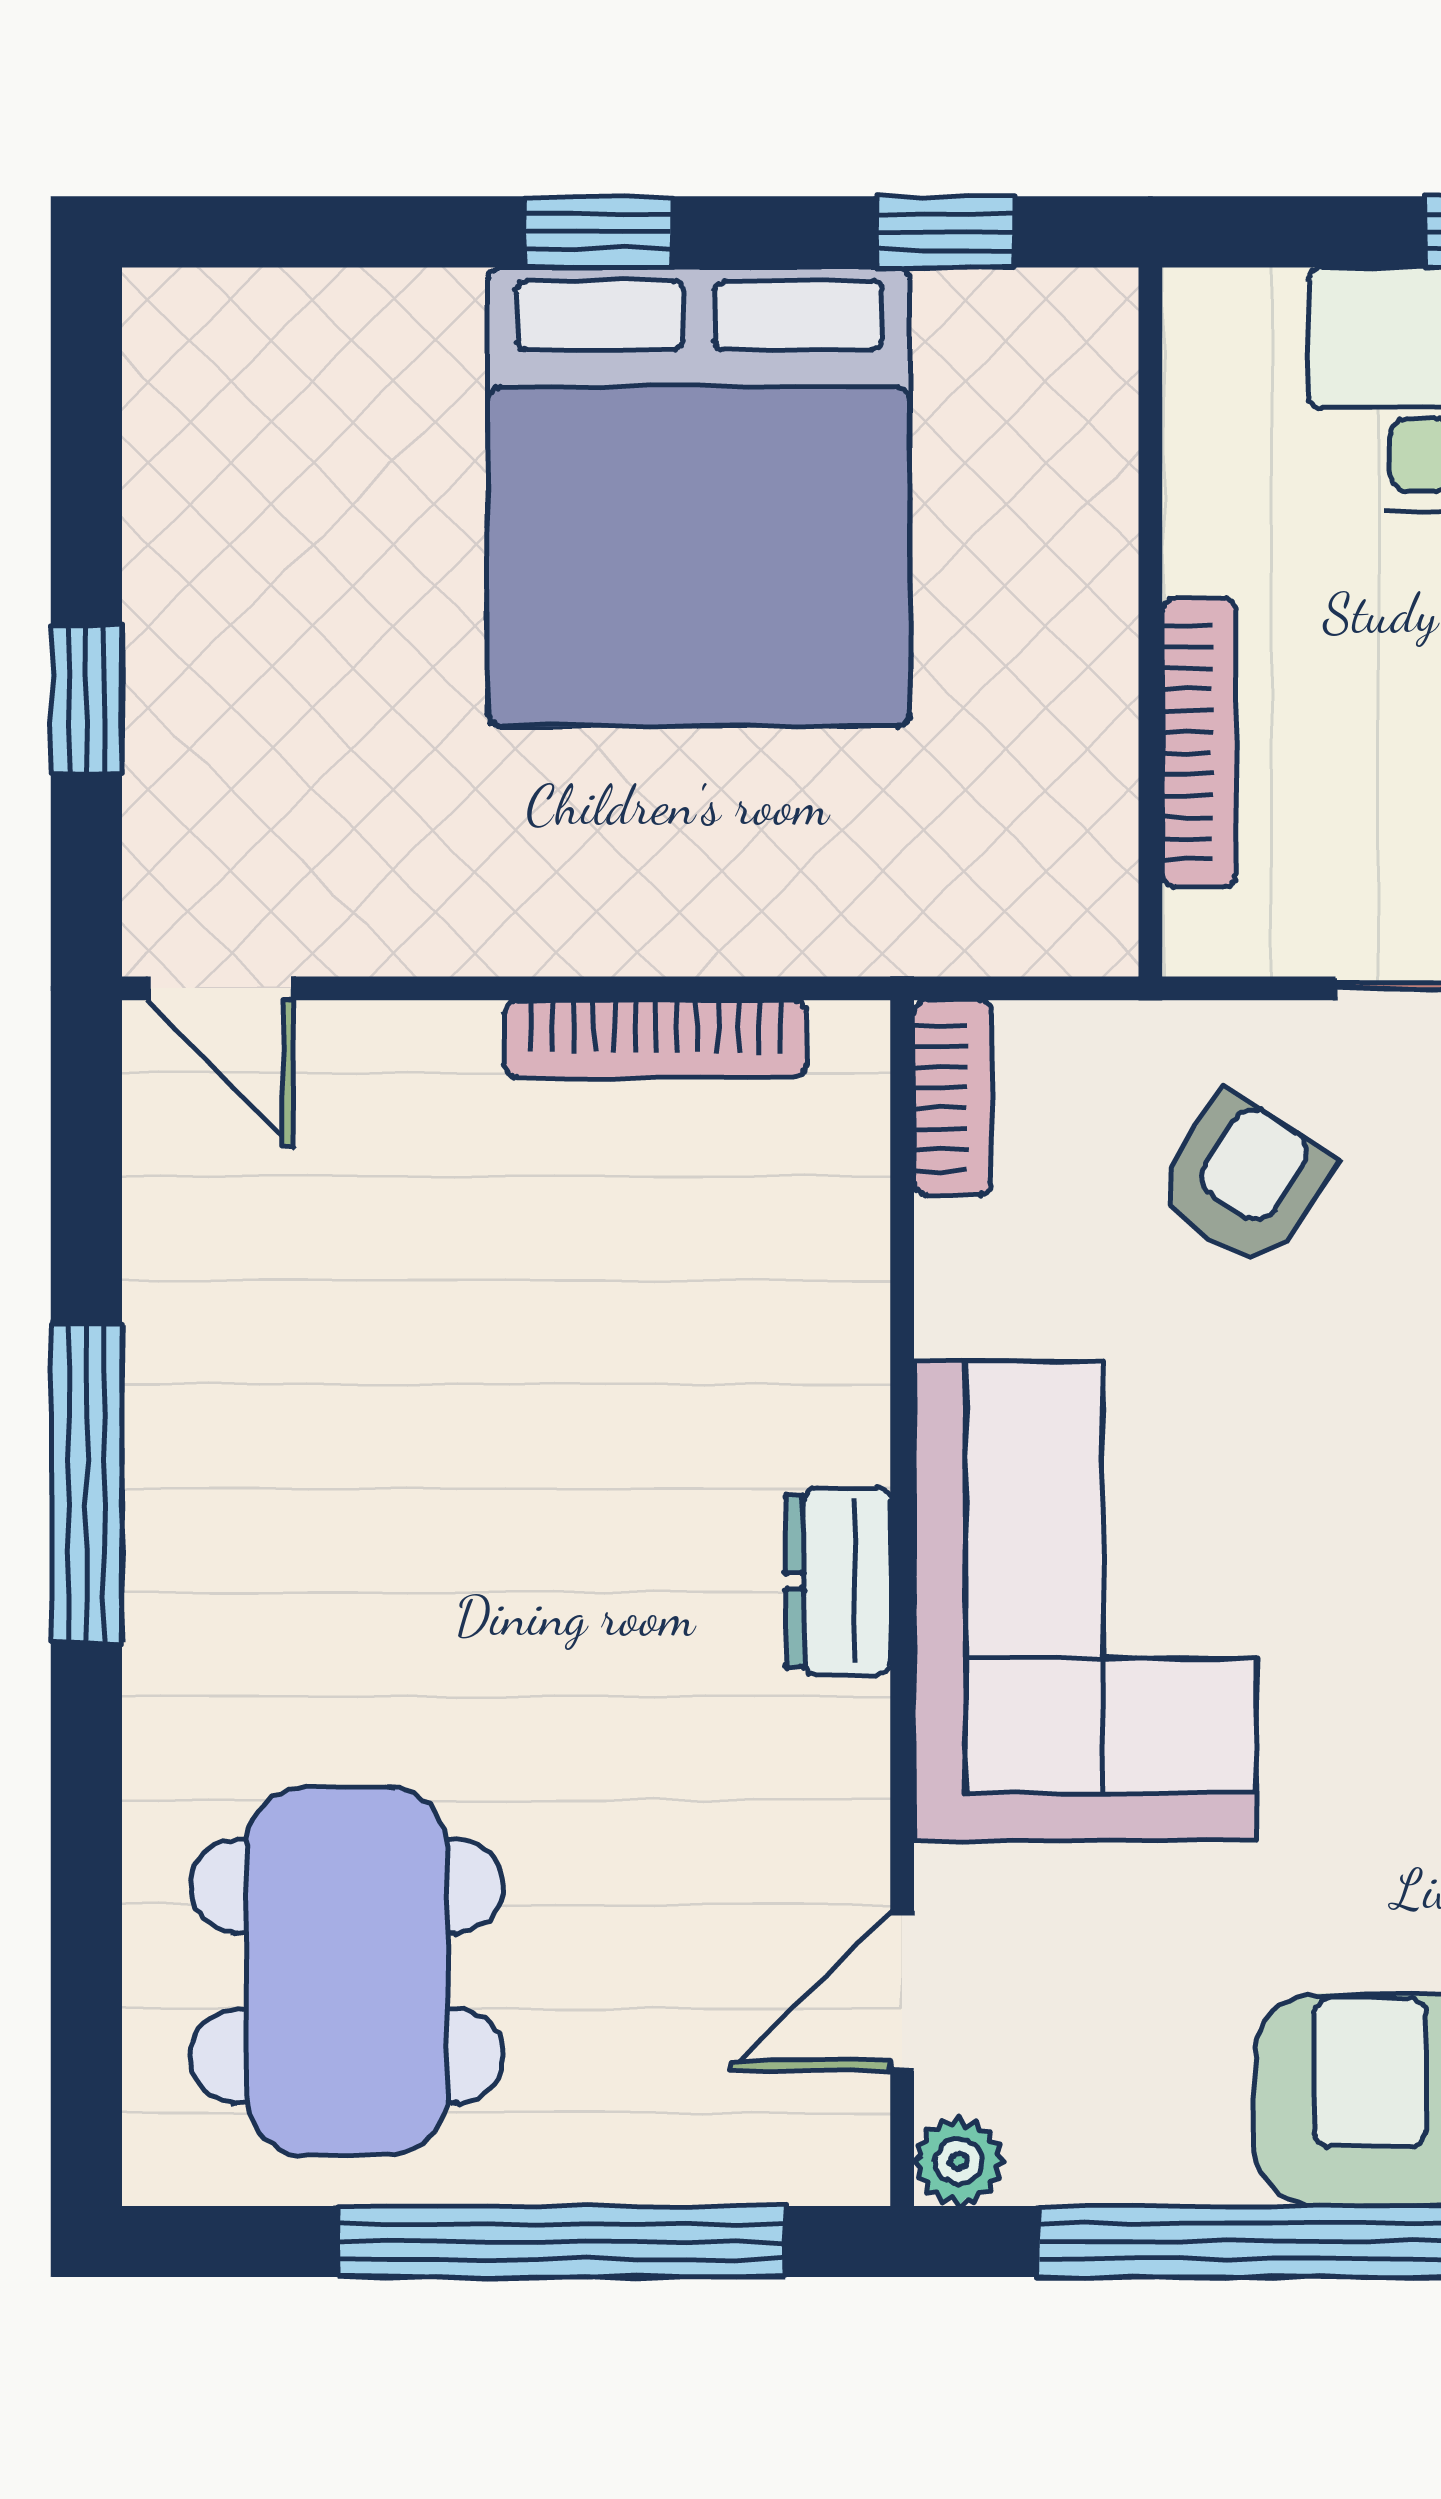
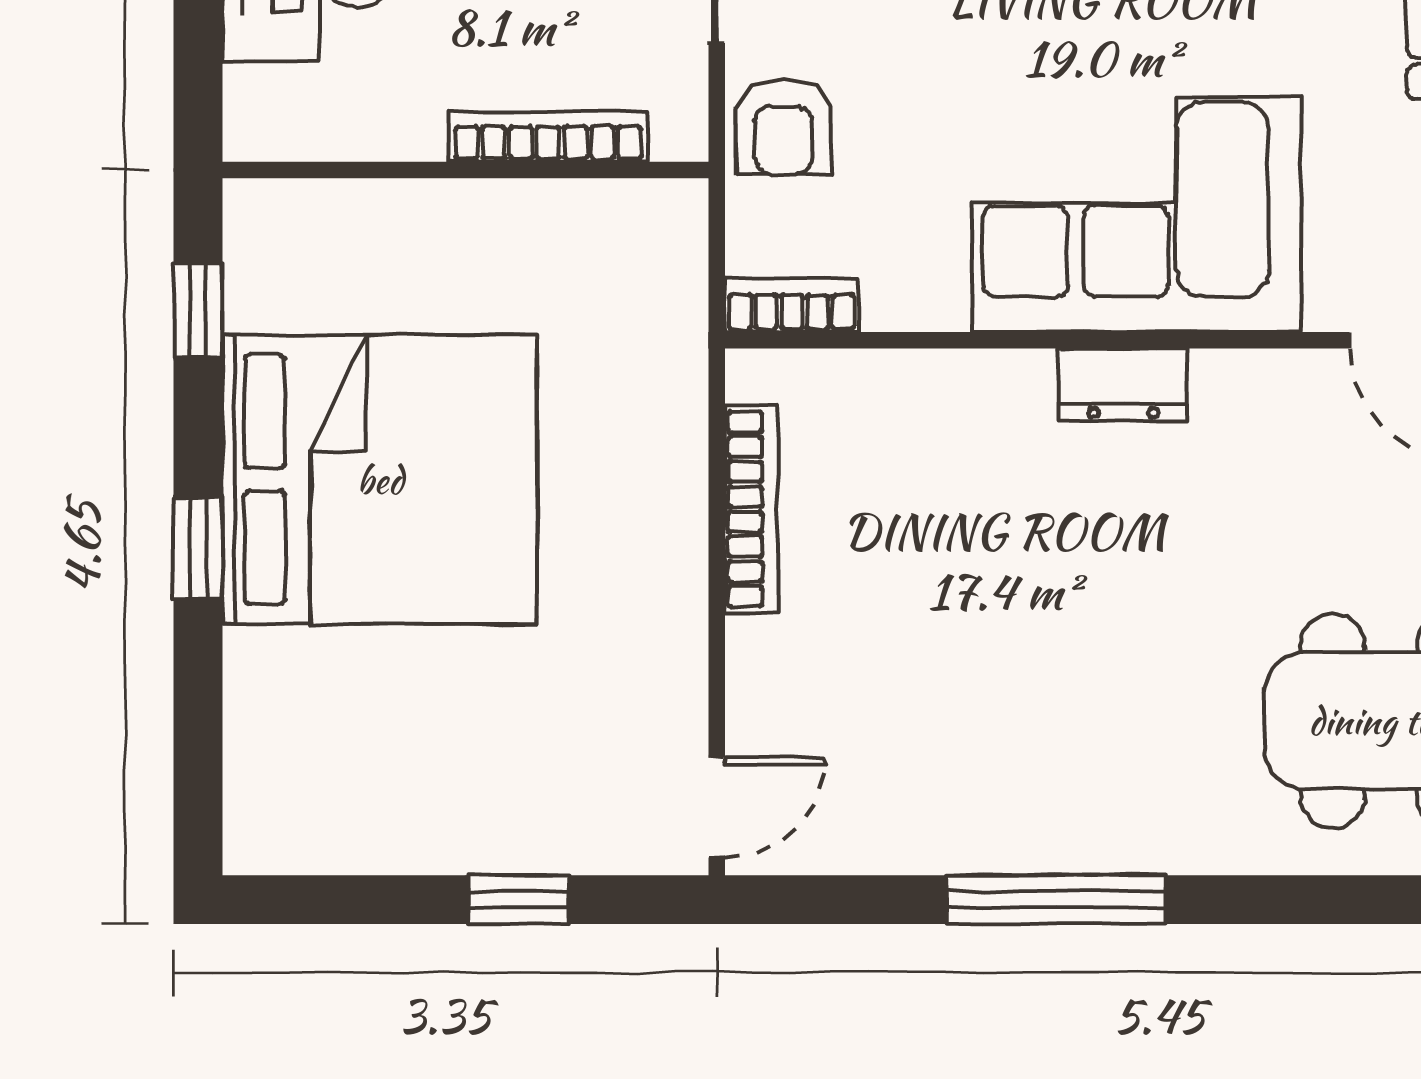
armchair: (1244, 1181) -> (784, 127), moved, turned -123

